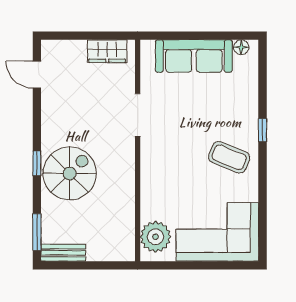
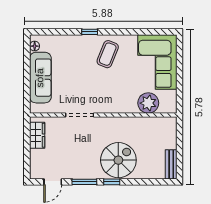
spiral stairs: (70, 173) -> (118, 160), turned 90
window: (37, 232) -> (84, 182), moved
plant: (156, 237) -> (148, 103), moved

